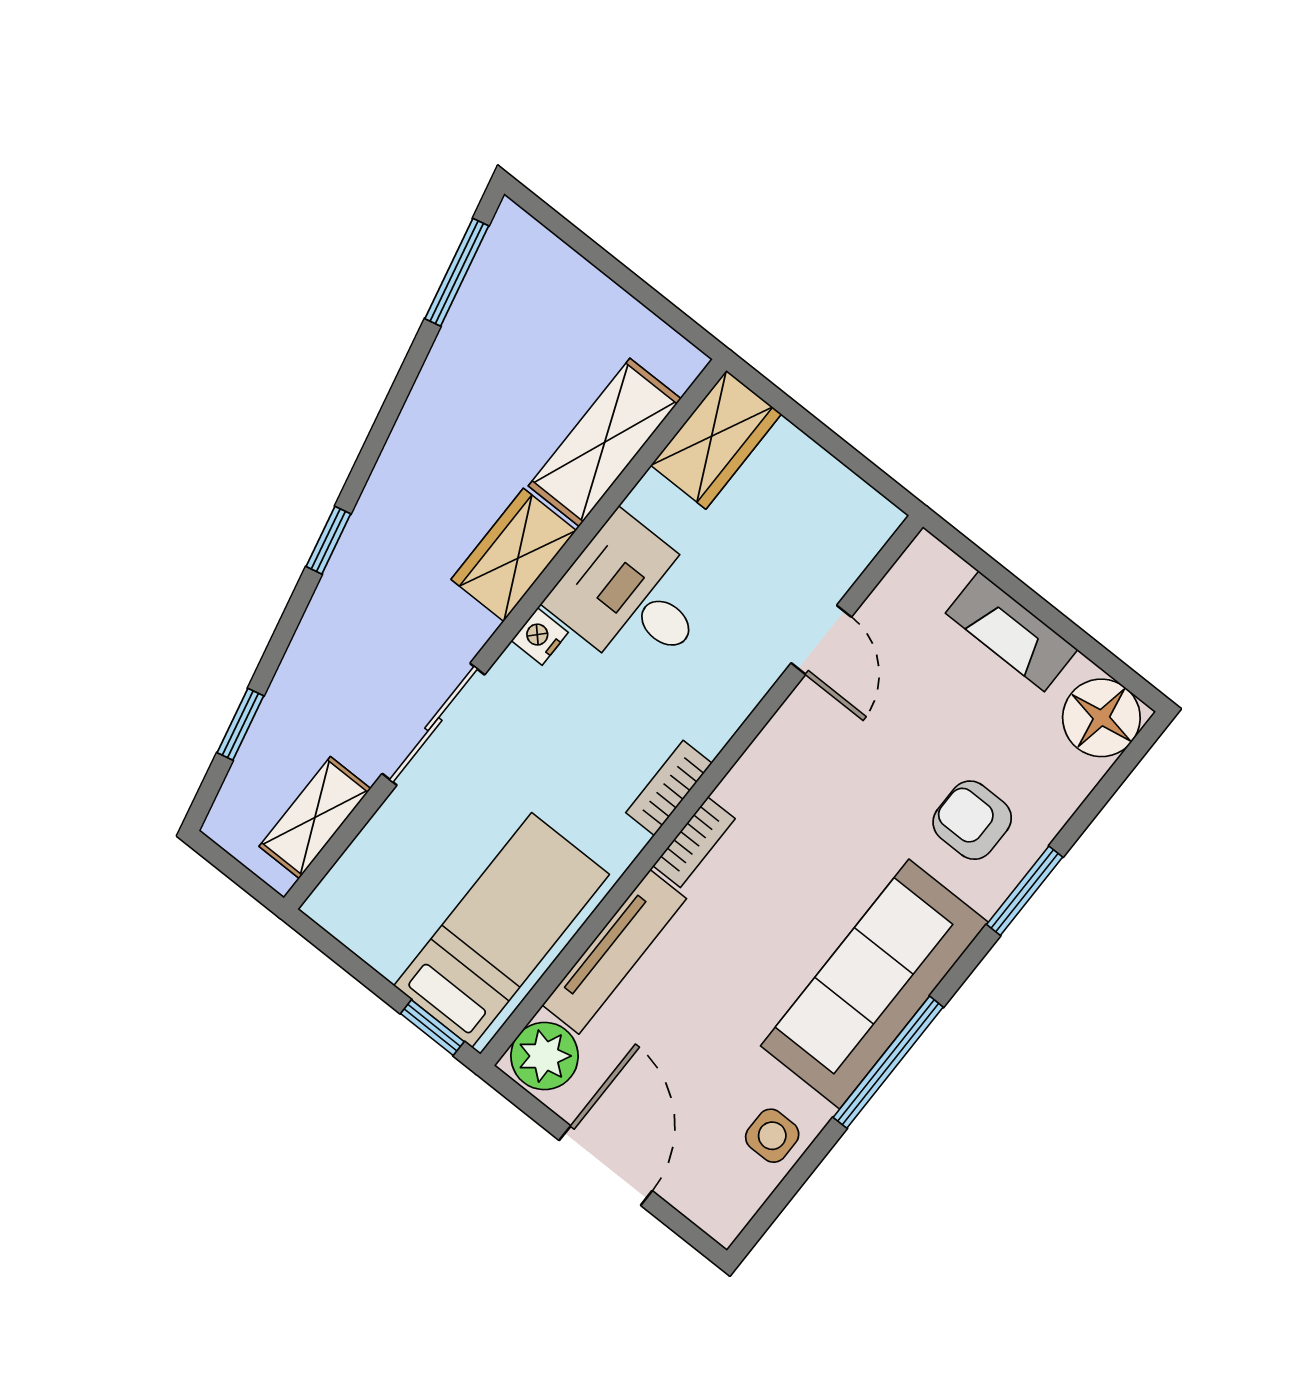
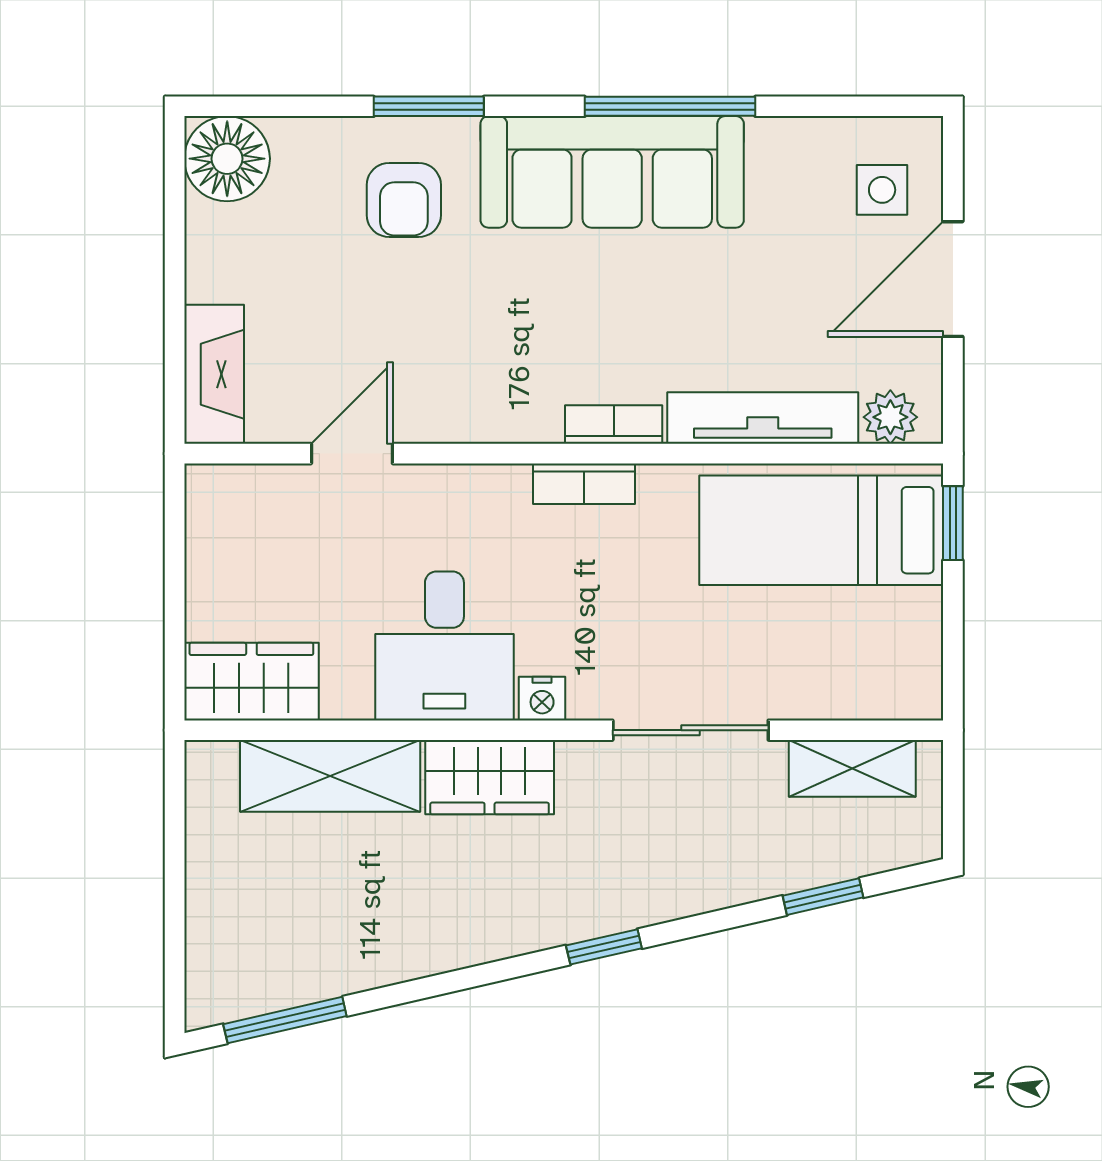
fireplace: (1012, 631) -> (214, 374), moved
plant: (544, 1056) -> (890, 417), width x0.73, depth x0.73
side table: (772, 1136) -> (882, 190), moved

